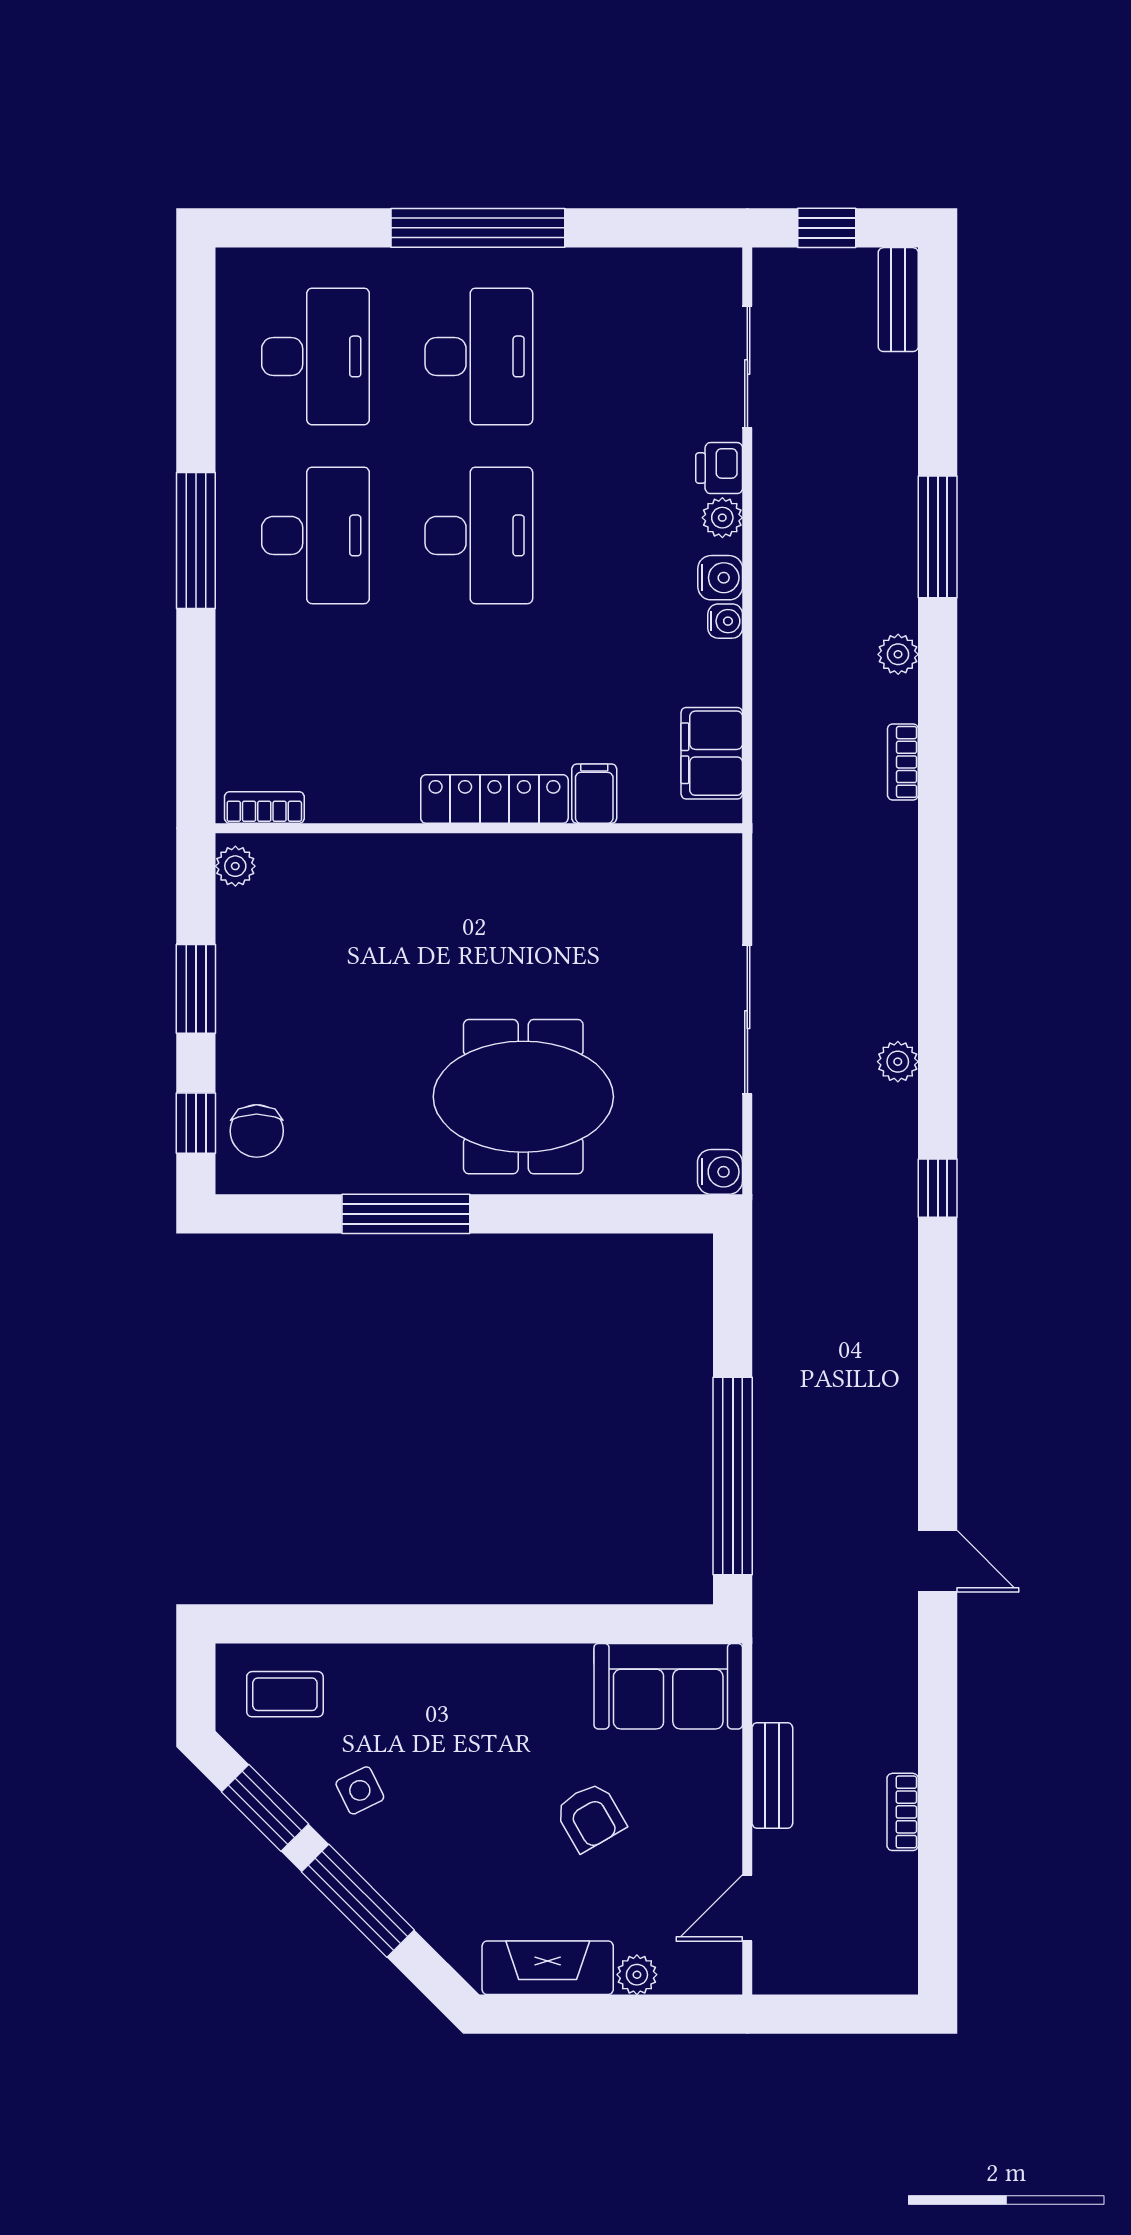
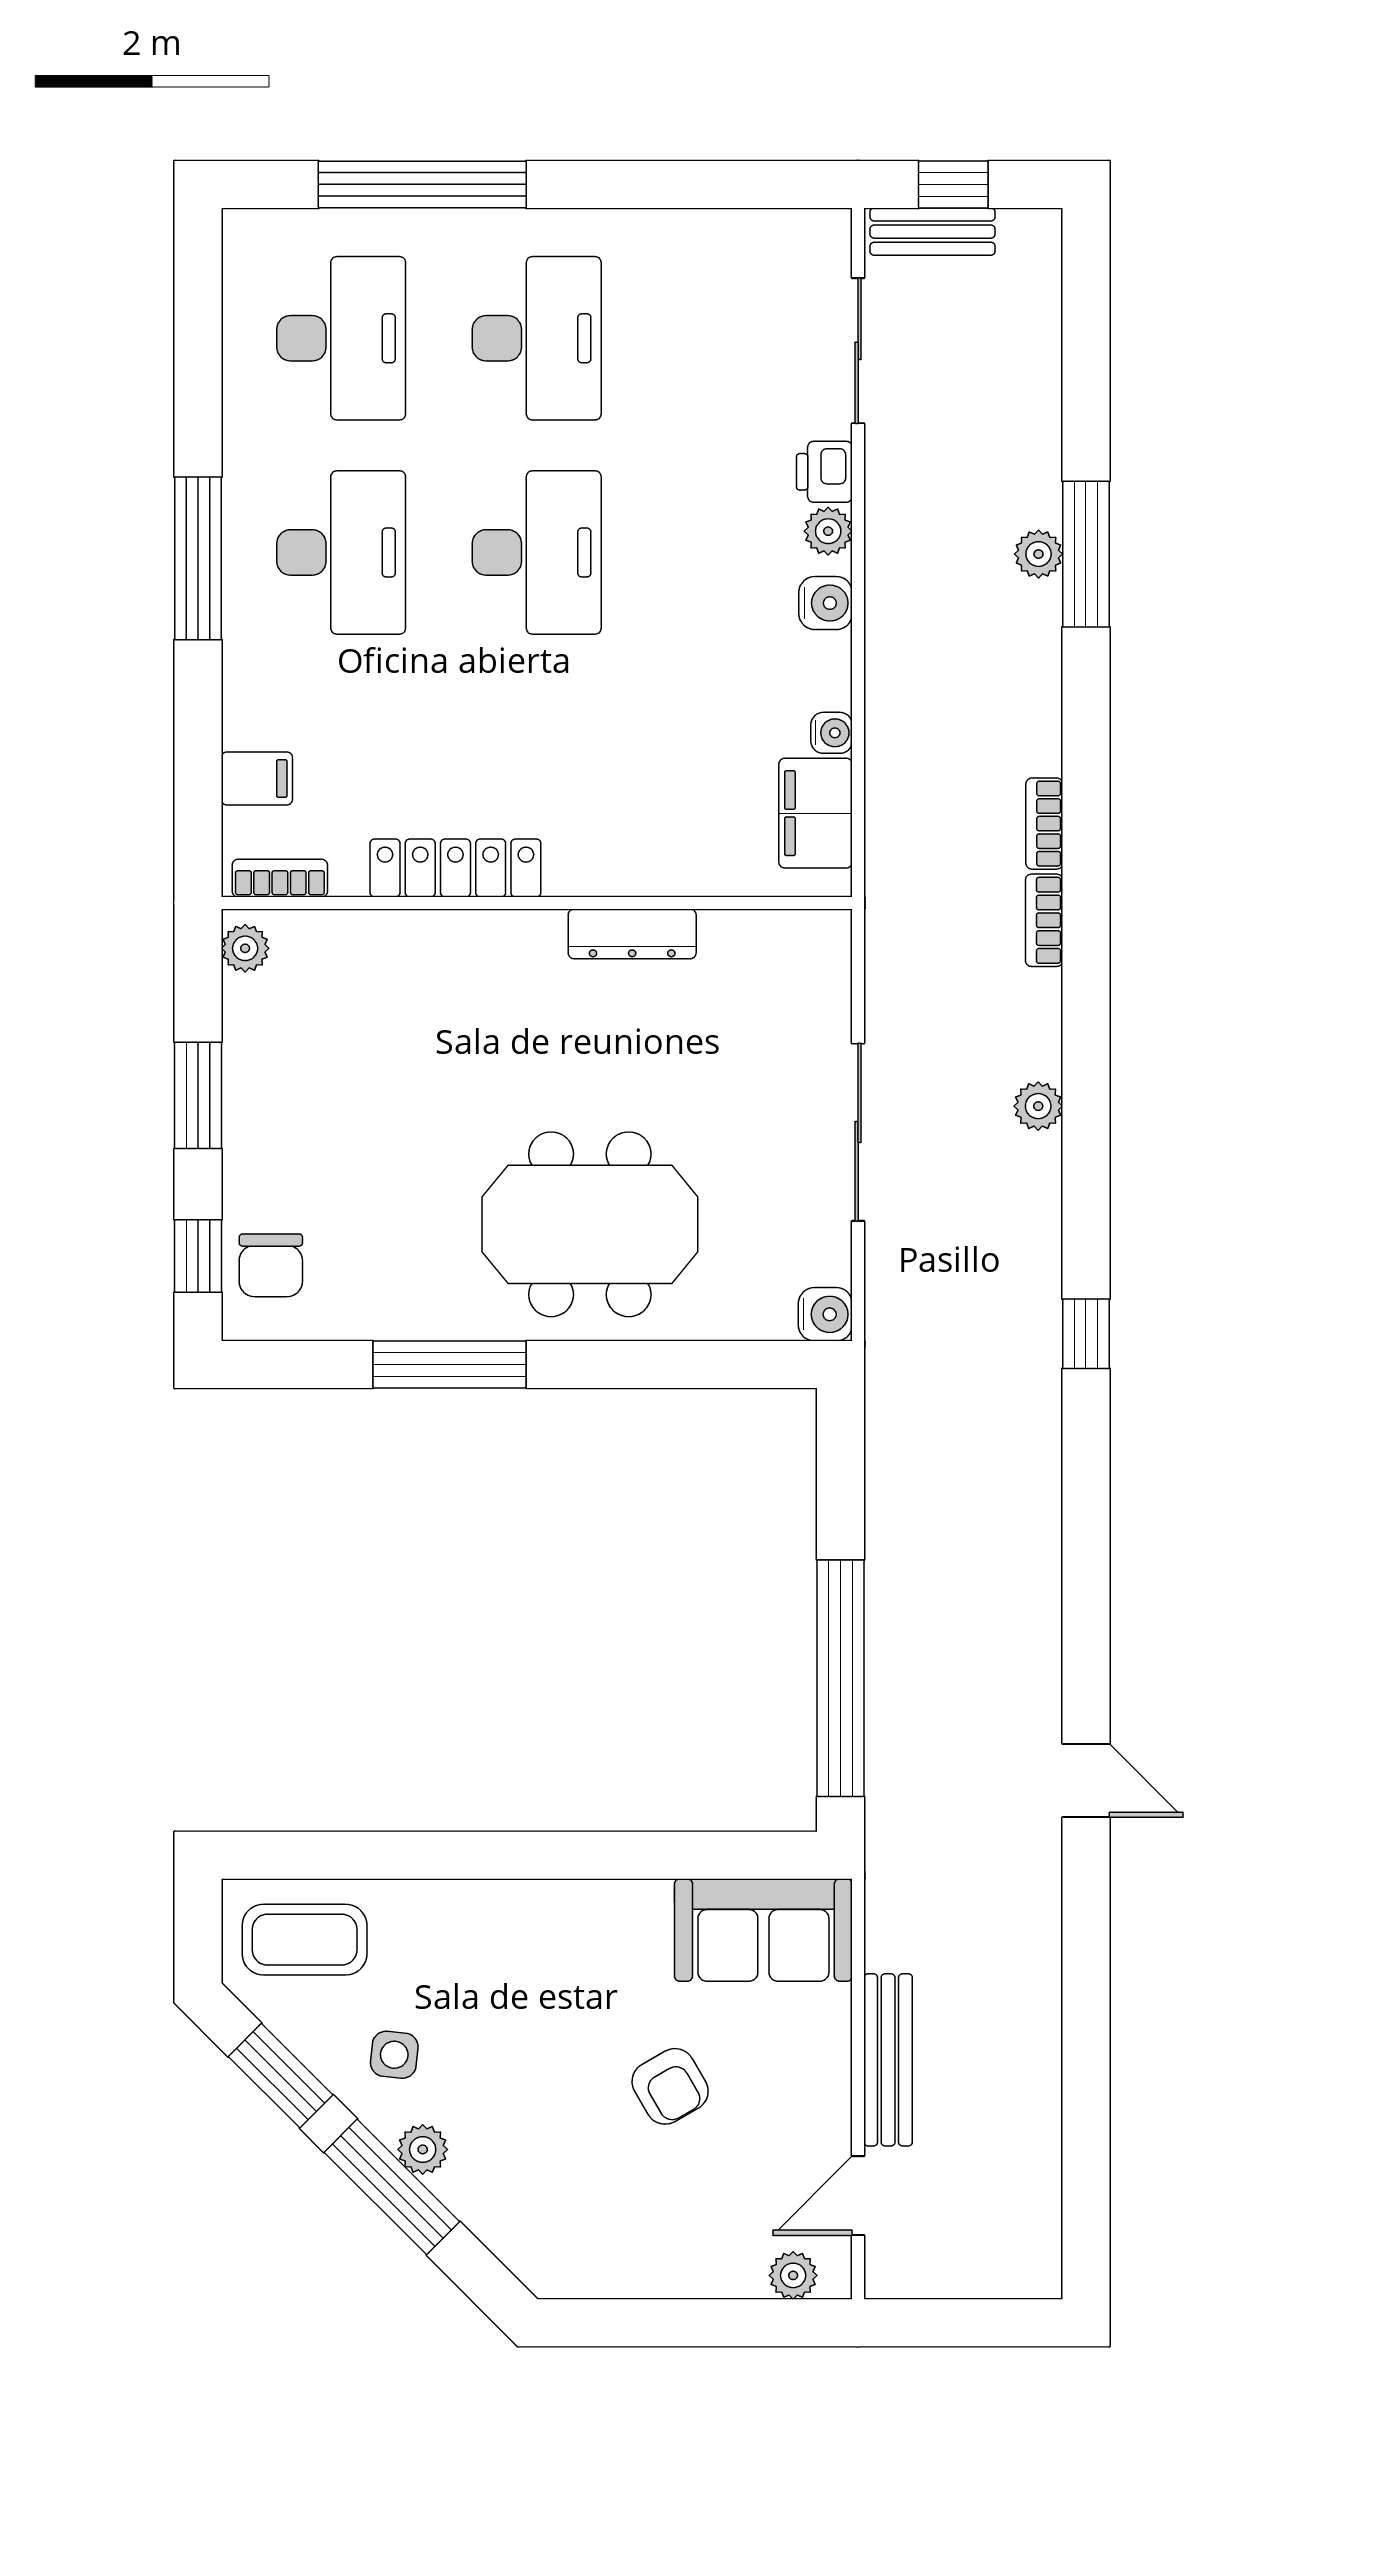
window: (478, 228) -> (422, 184), moved
bench: (898, 300) -> (932, 232), moved, turned 90
water cooler: (725, 621) -> (832, 733), moved
plant: (898, 654) -> (1039, 554), moved
filing cabinet: (594, 794) -> (257, 778), moved, turned 90
locker: (494, 799) -> (455, 868), moved
dresser: (559, 854) -> (632, 934), added
plant: (898, 1062) -> (1038, 1106), moved
coffee table: (285, 1694) -> (305, 1940), width x1.36, depth x1.30
bench: (772, 1776) -> (888, 2060), width x1.36
side table: (360, 1790) -> (394, 2055), turned 32
bookcase: (903, 1812) -> (1044, 920), moved
plant: (384, 1870) -> (423, 2149), added
fireplace: (548, 1968) -> (619, 2267), removed
plant: (637, 1975) -> (793, 2275), moved

